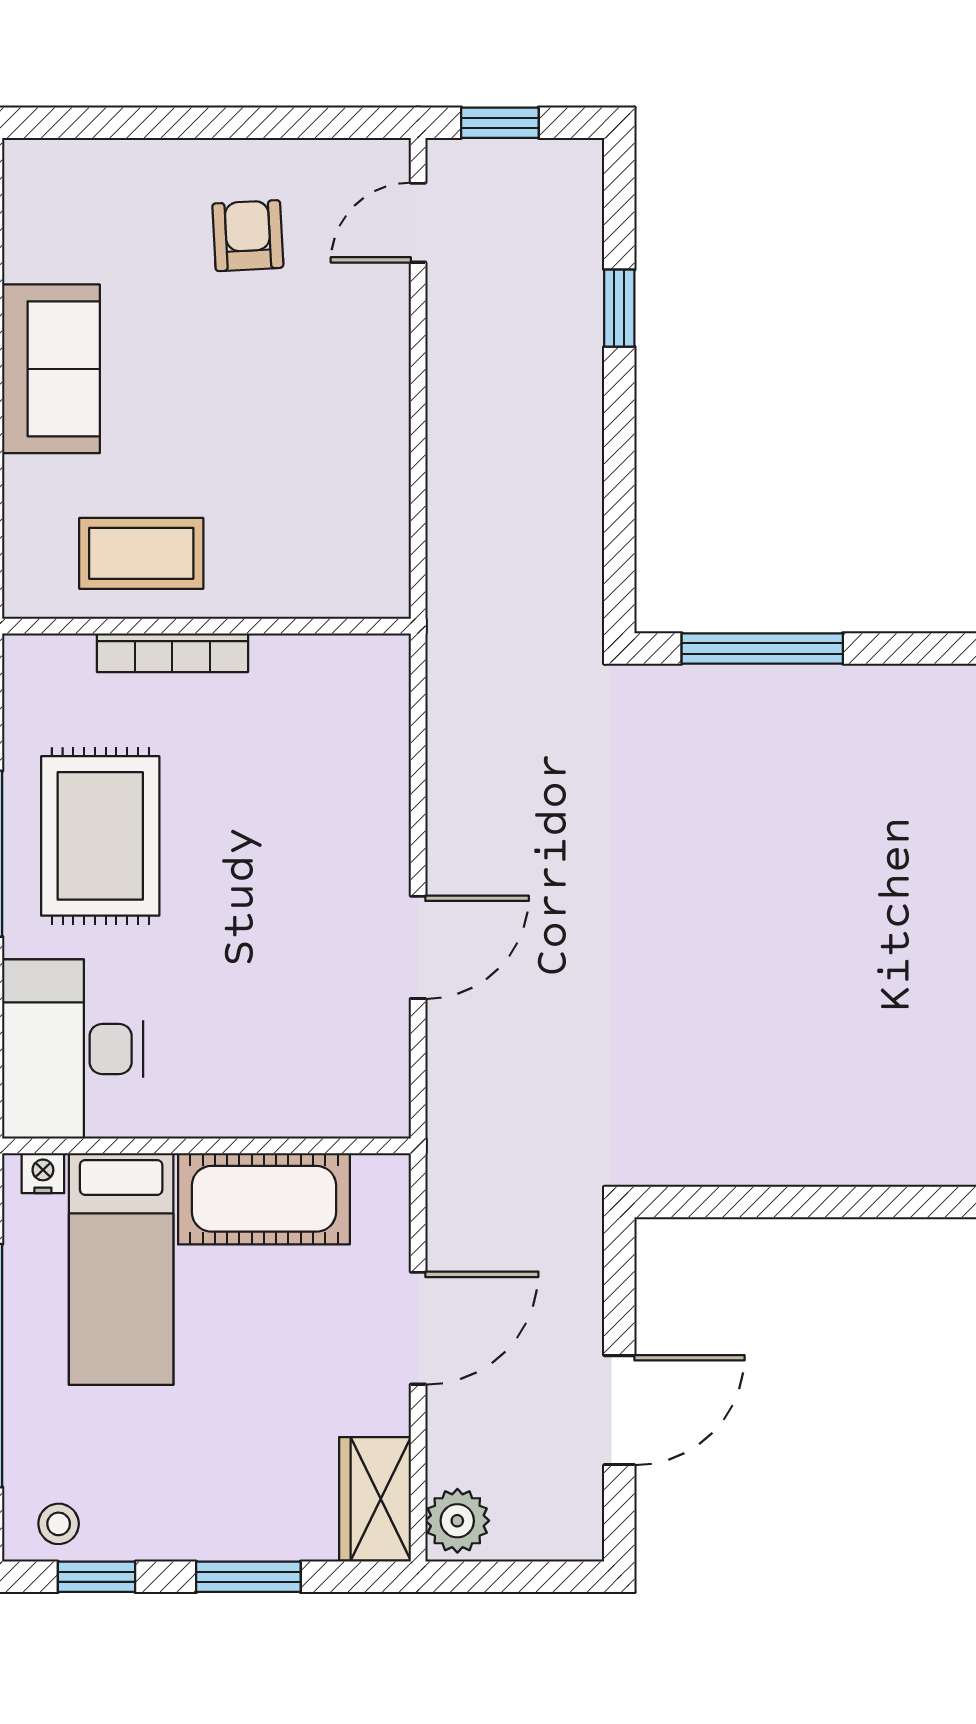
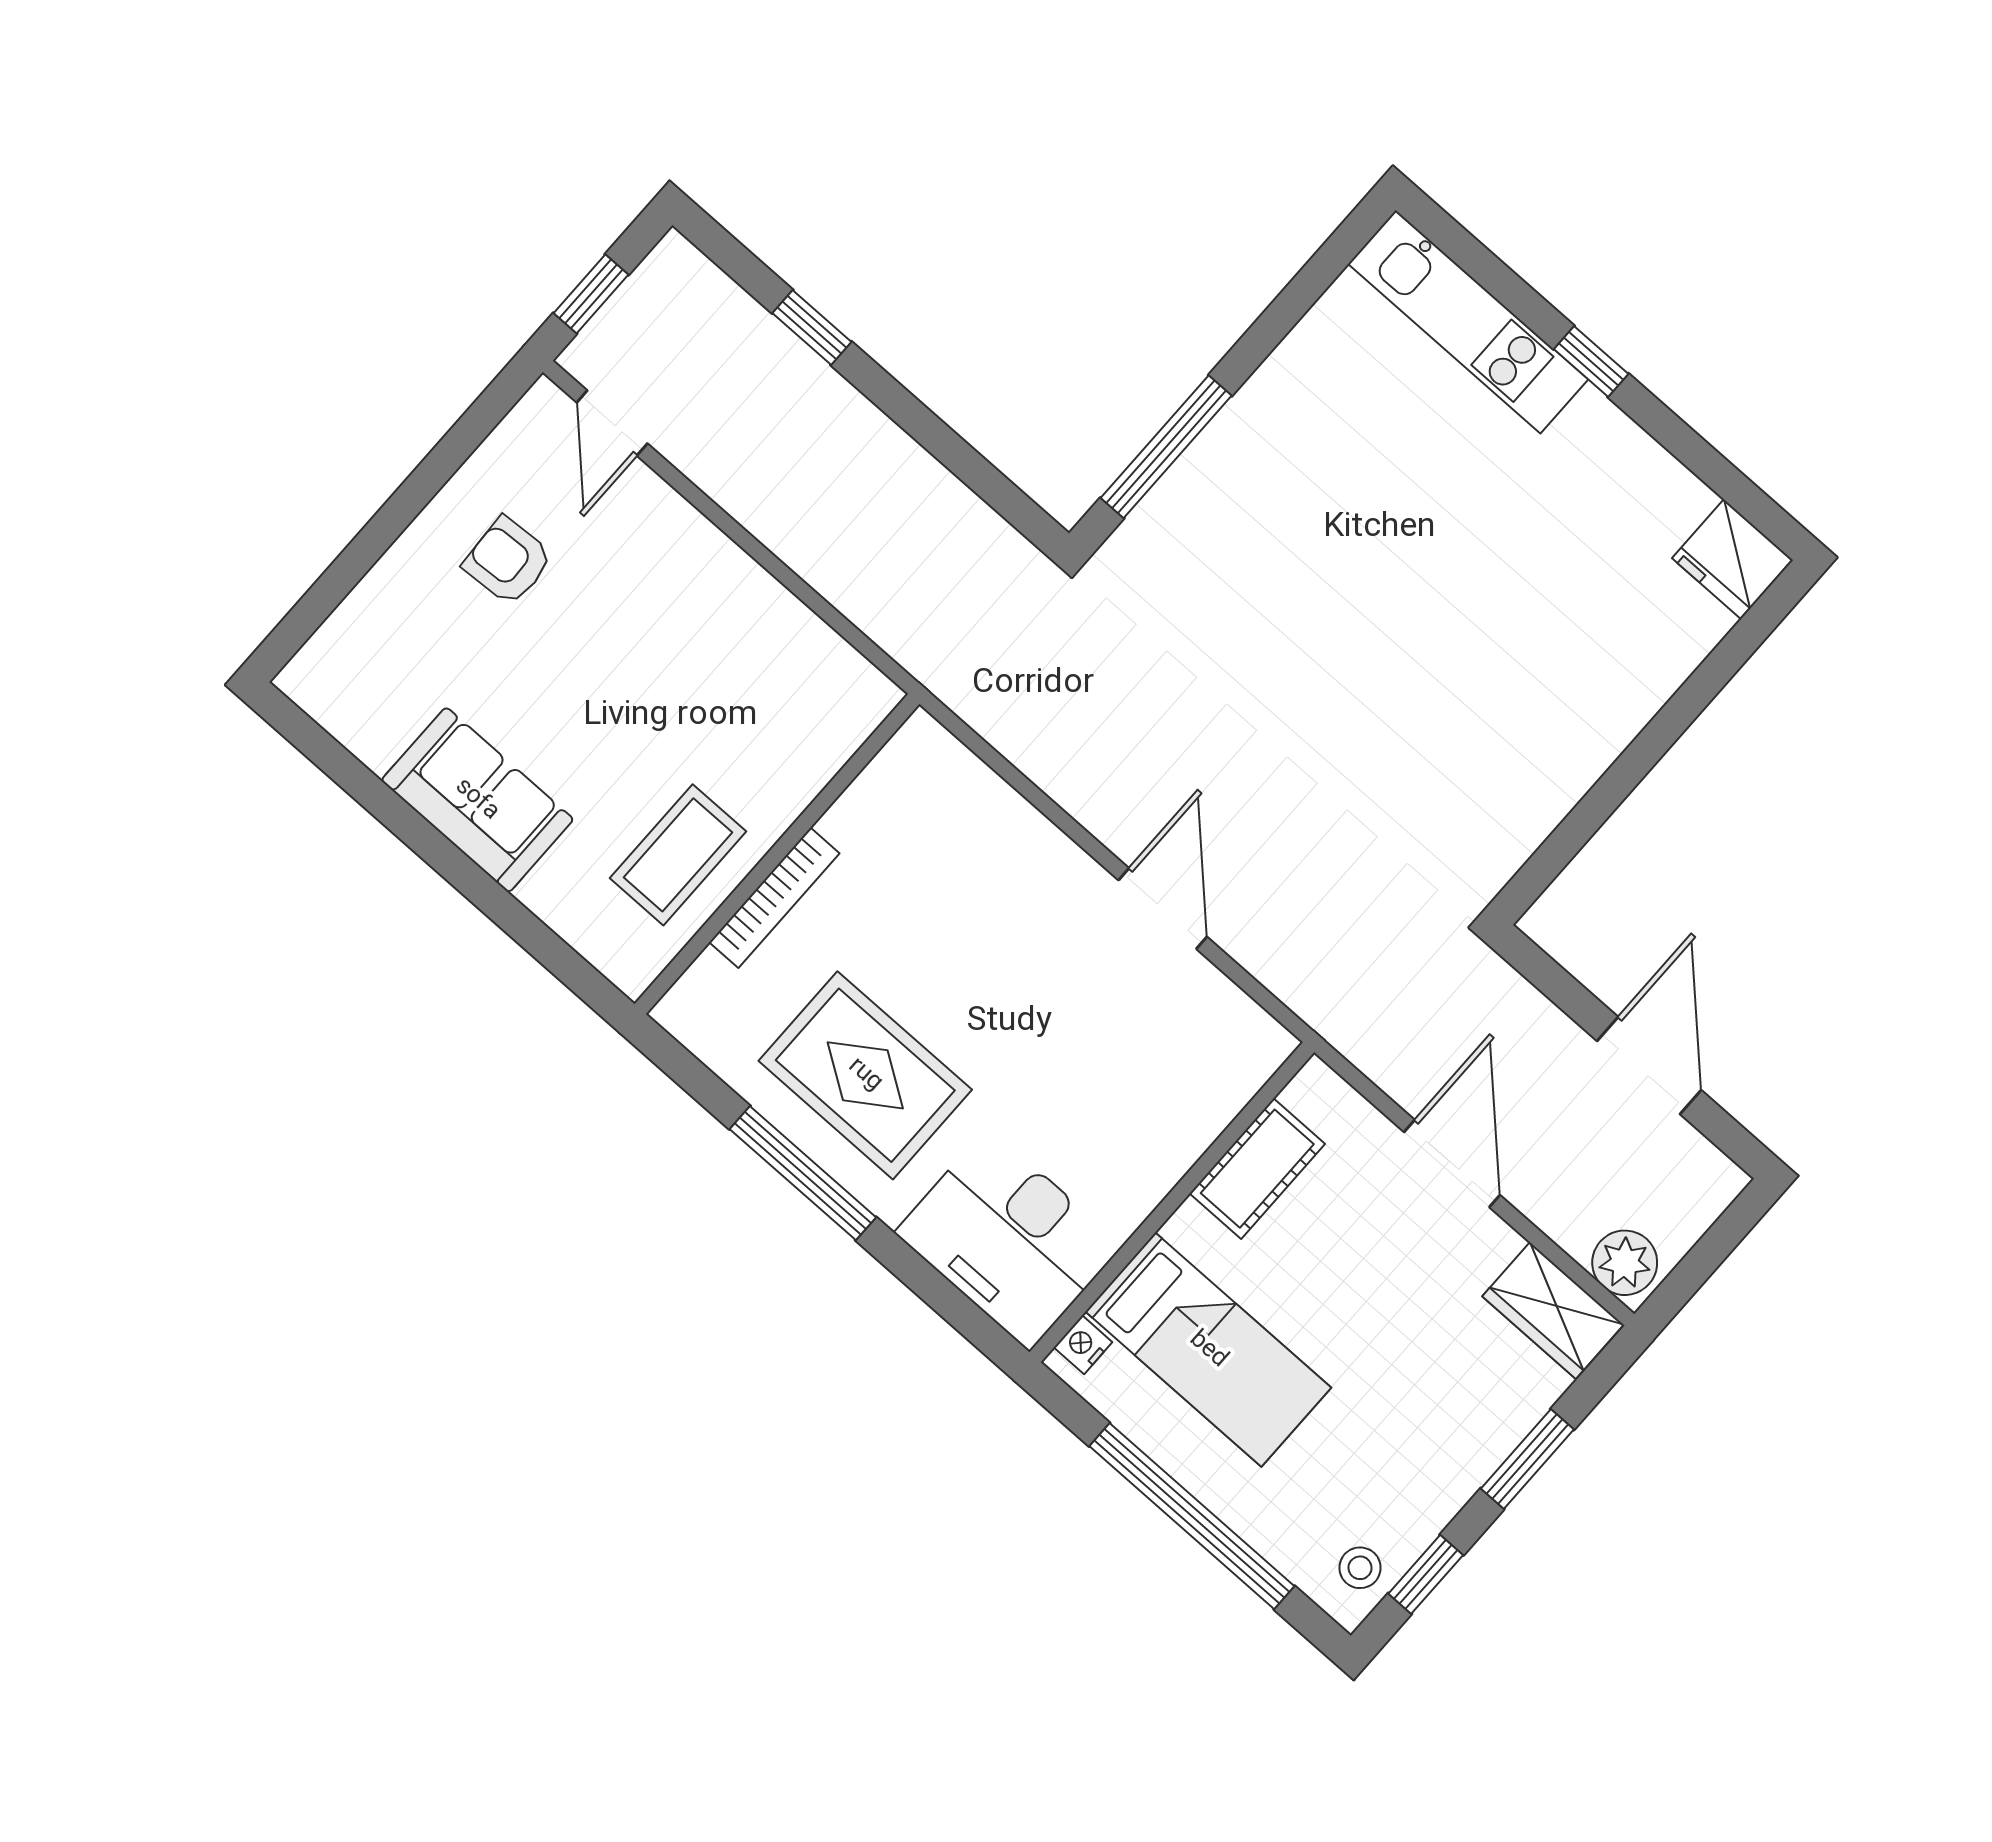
cot: (264, 1199) -> (1257, 1169), width x0.73, depth x0.75

